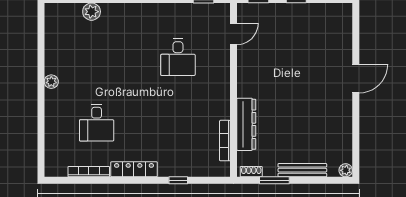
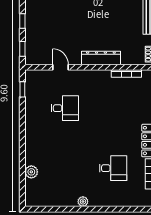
door: (234, 34) -> (61, 67), moved
dresser: (246, 124) -> (101, 58), moved

